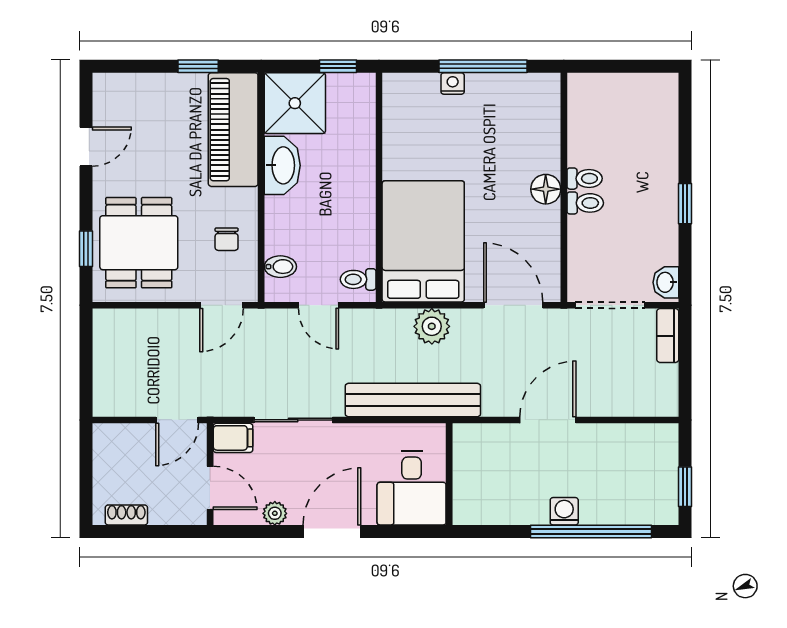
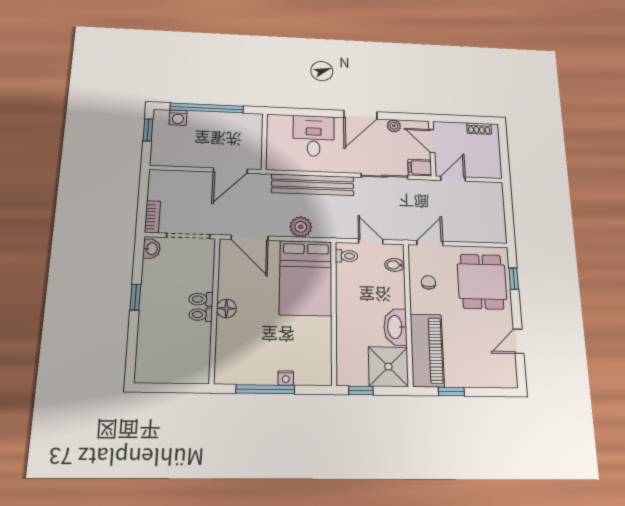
wall: (449, 474) -> (264, 142), moved
washing machine: (564, 511) -> (178, 118), moved

